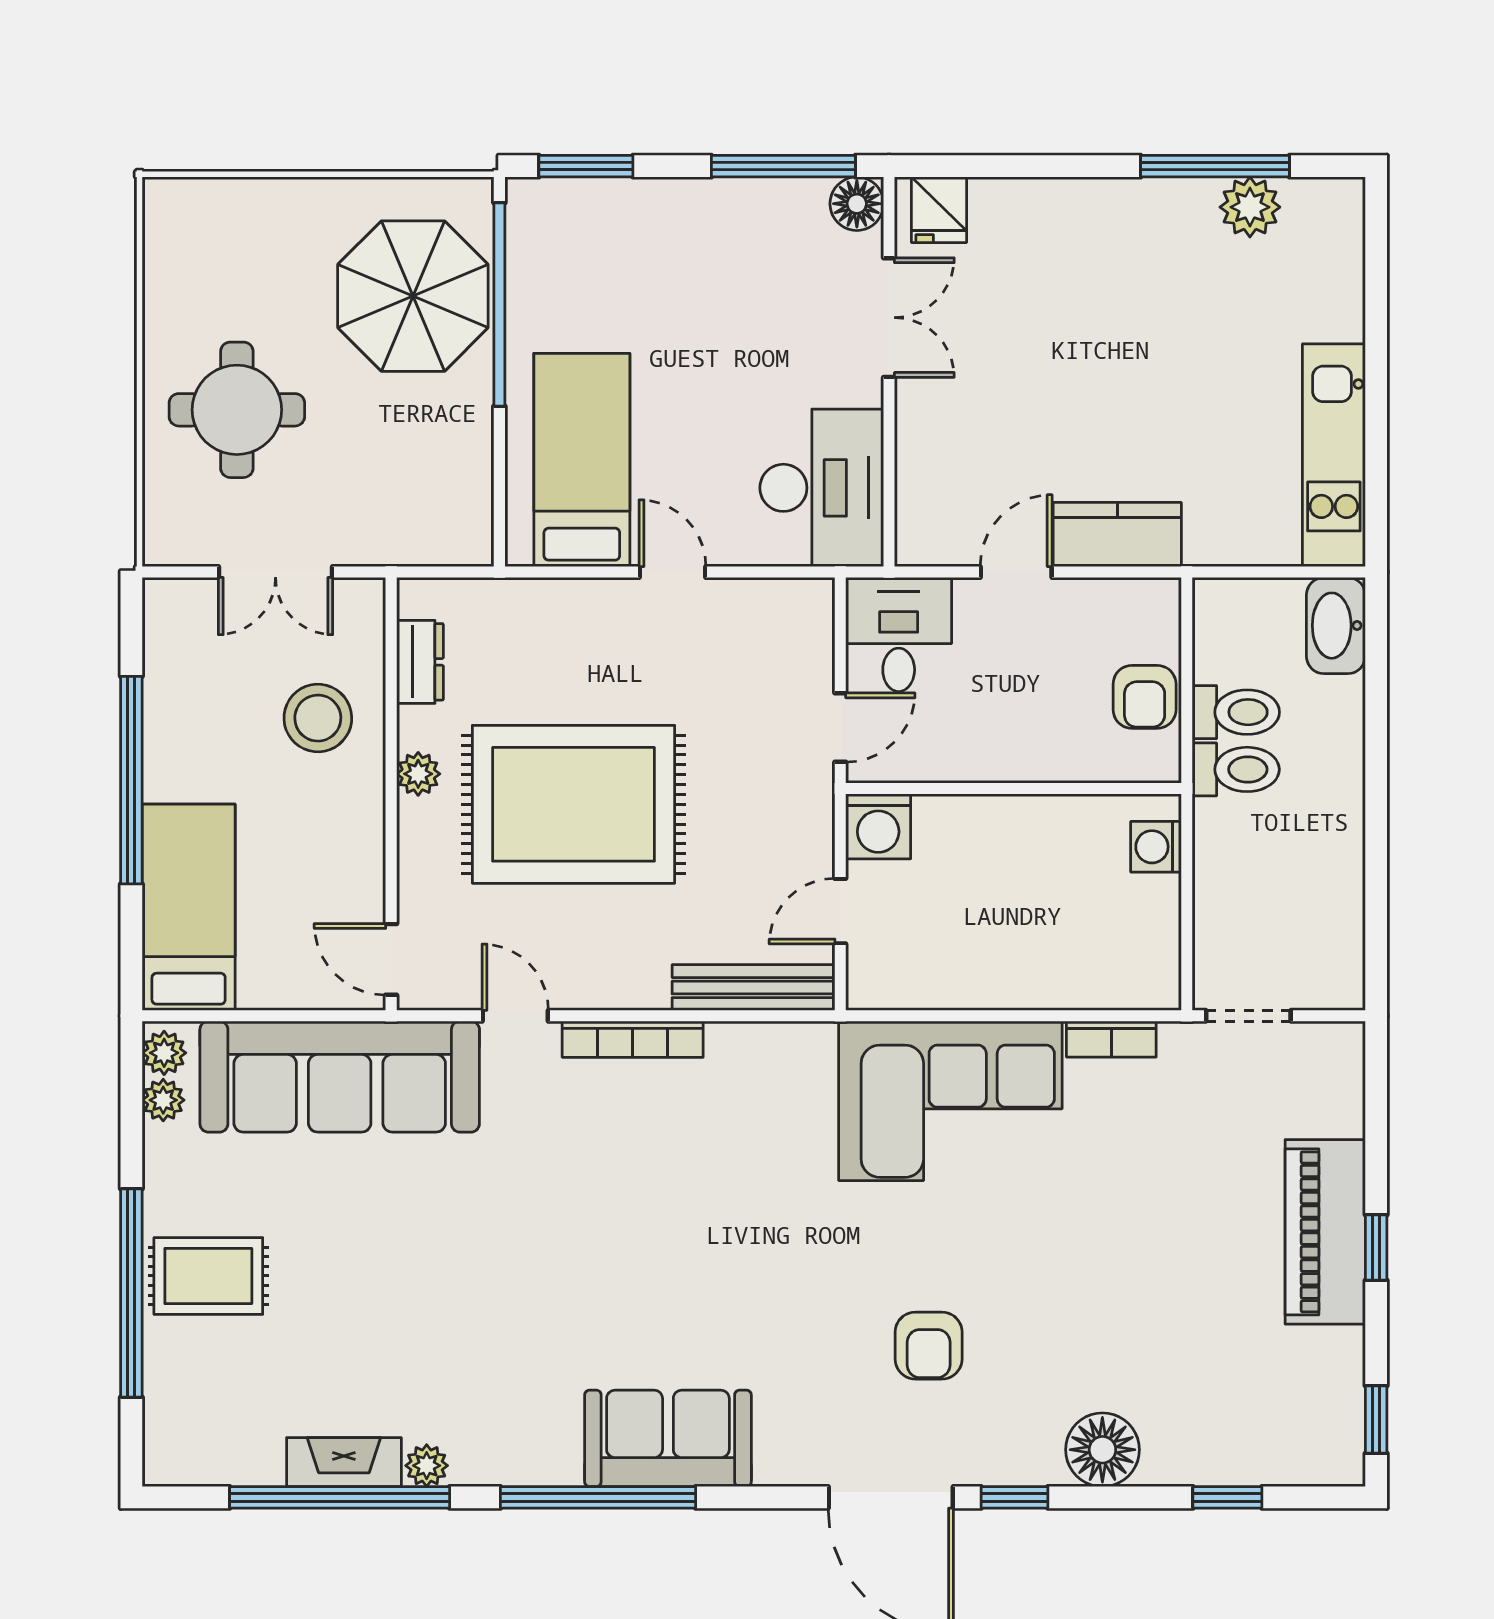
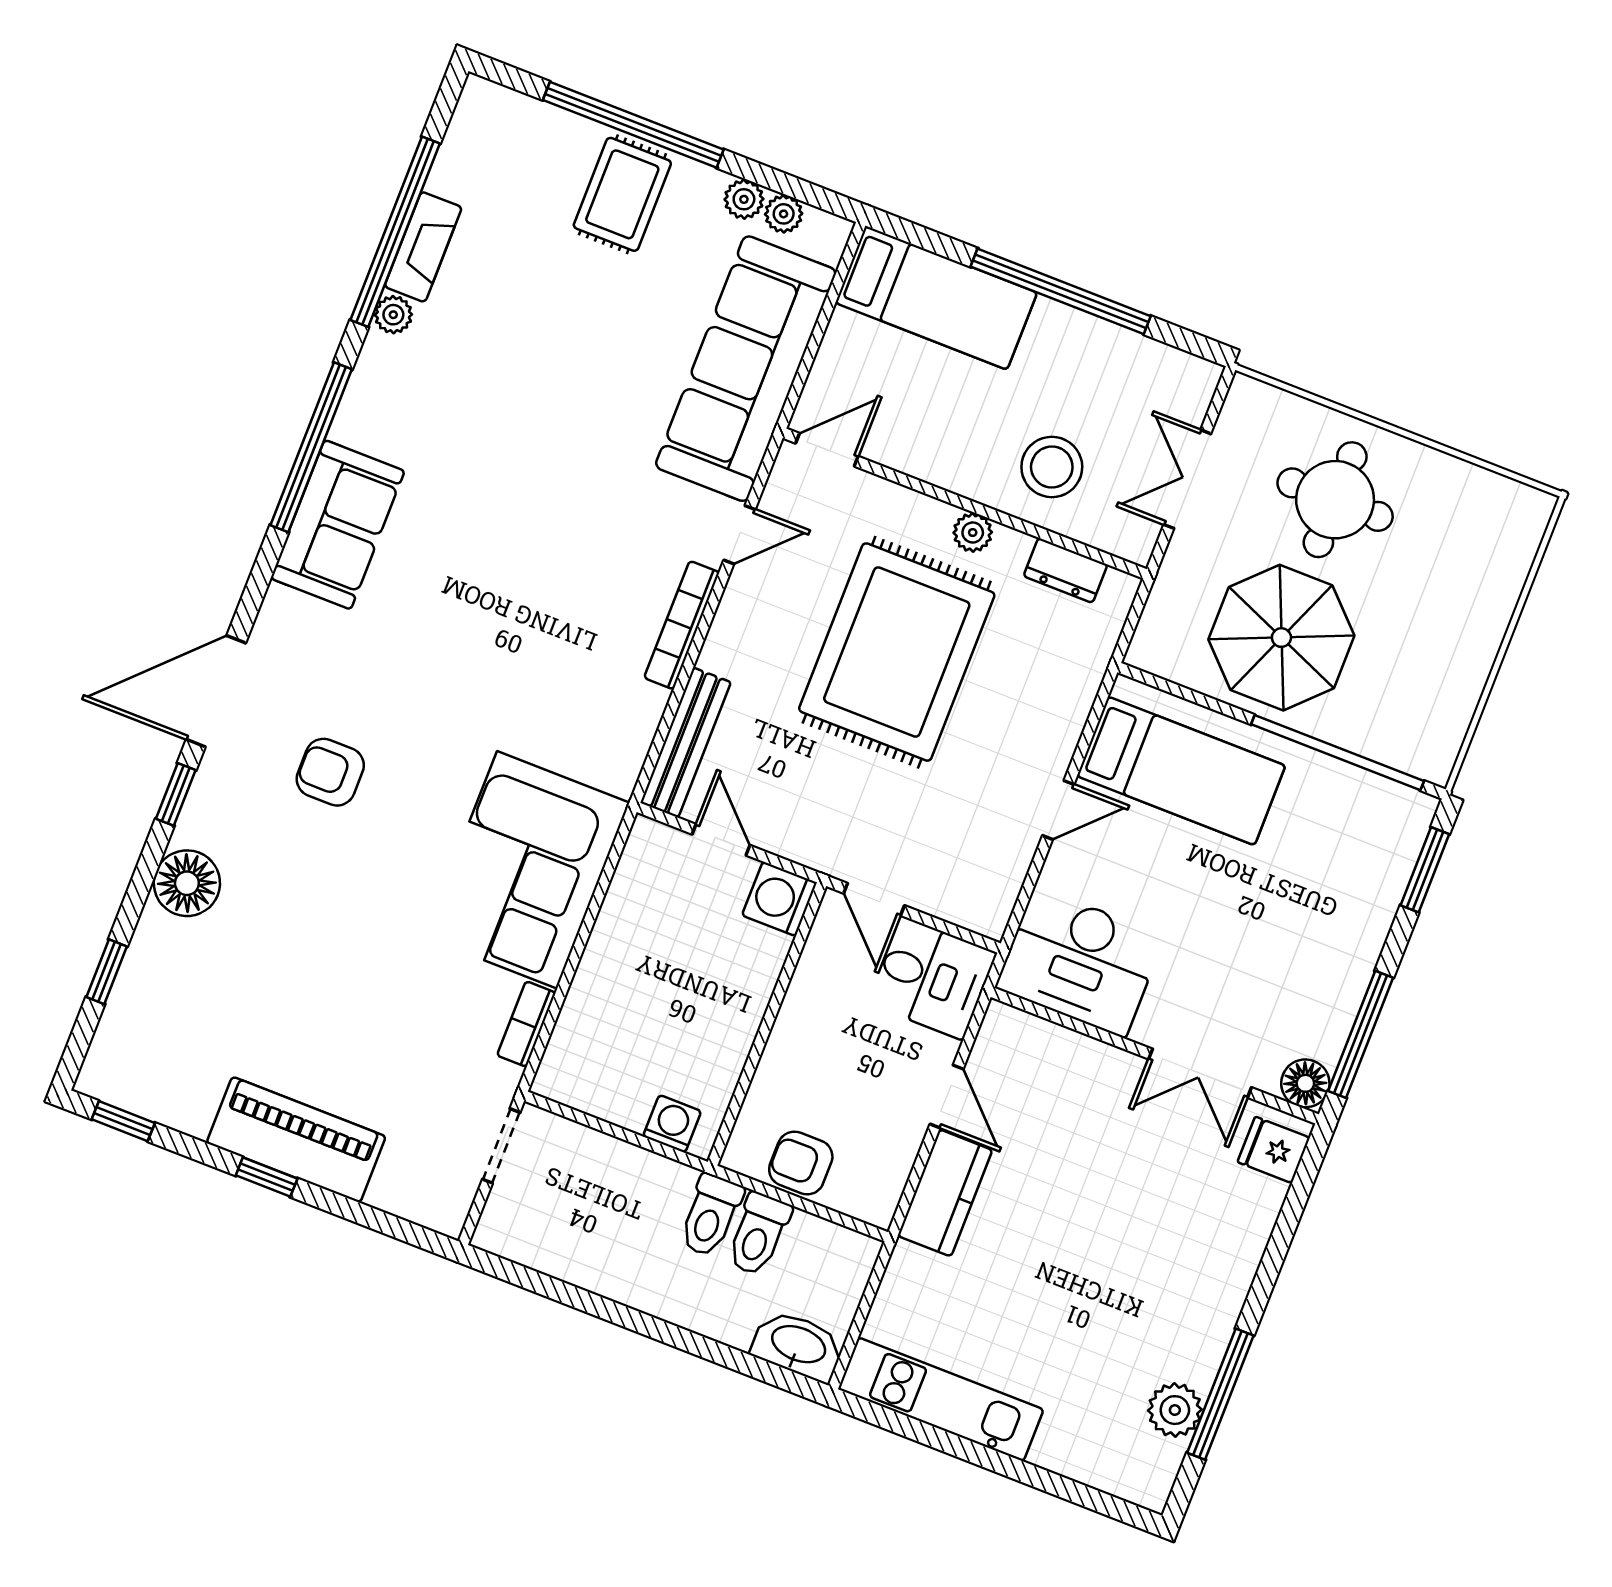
parasol: (413, 296) -> (1281, 638), moved
plant: (164, 1053) -> (744, 199), moved

